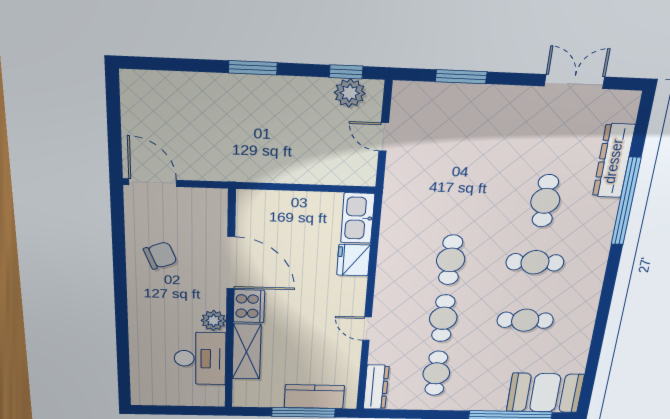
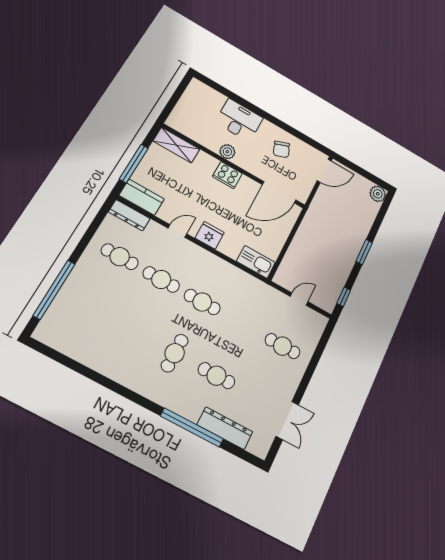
window: (461, 77) -> (317, 356), removed
plant: (350, 93) -> (378, 194), moved
fridge: (354, 260) -> (210, 235), moved
door: (231, 263) -> (279, 192), moved
cafe table: (525, 320) -> (283, 346), moved, turned 90
shelving: (247, 352) -> (176, 145), moved
desk: (200, 359) -> (239, 120), moved, turned 180
booth: (545, 393) -> (62, 321), removed
kitchen counter: (314, 397) -> (142, 197), moved, turned -90

